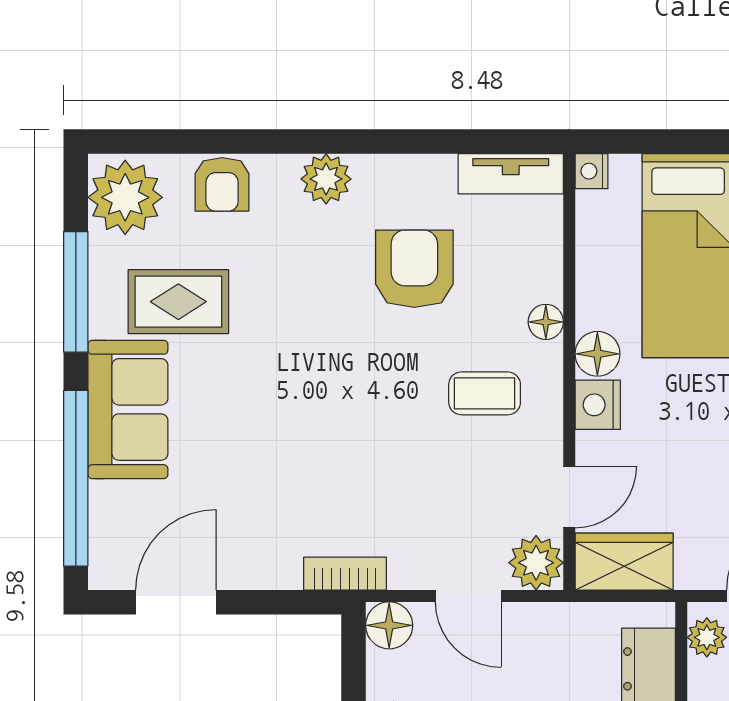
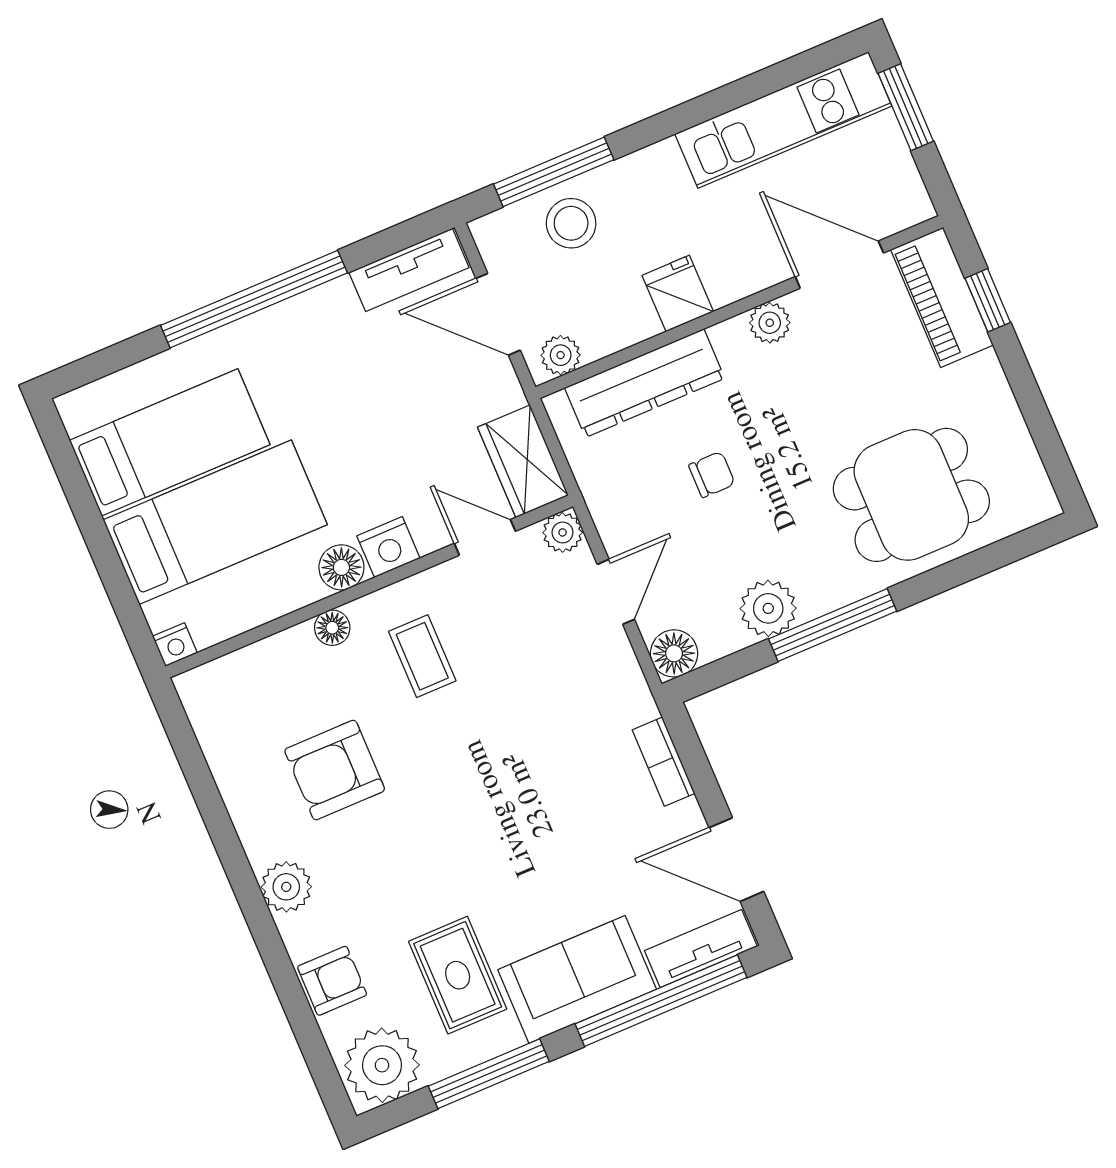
tv unit: (511, 174) -> (701, 949), moved, turned -90
plant: (536, 563) -> (563, 532), width x0.73, depth x0.73
bookcase: (345, 574) -> (664, 762), moved

